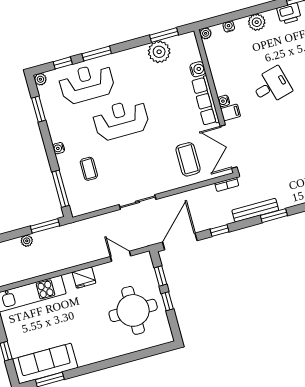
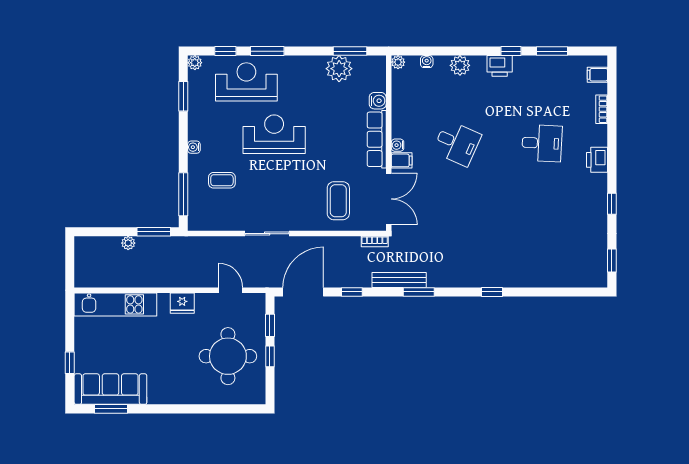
desk: (272, 86) -> (457, 143), turned 39
double door: (229, 147) -> (389, 199), swing flipped
coffee table: (89, 169) -> (222, 180), turned 90

